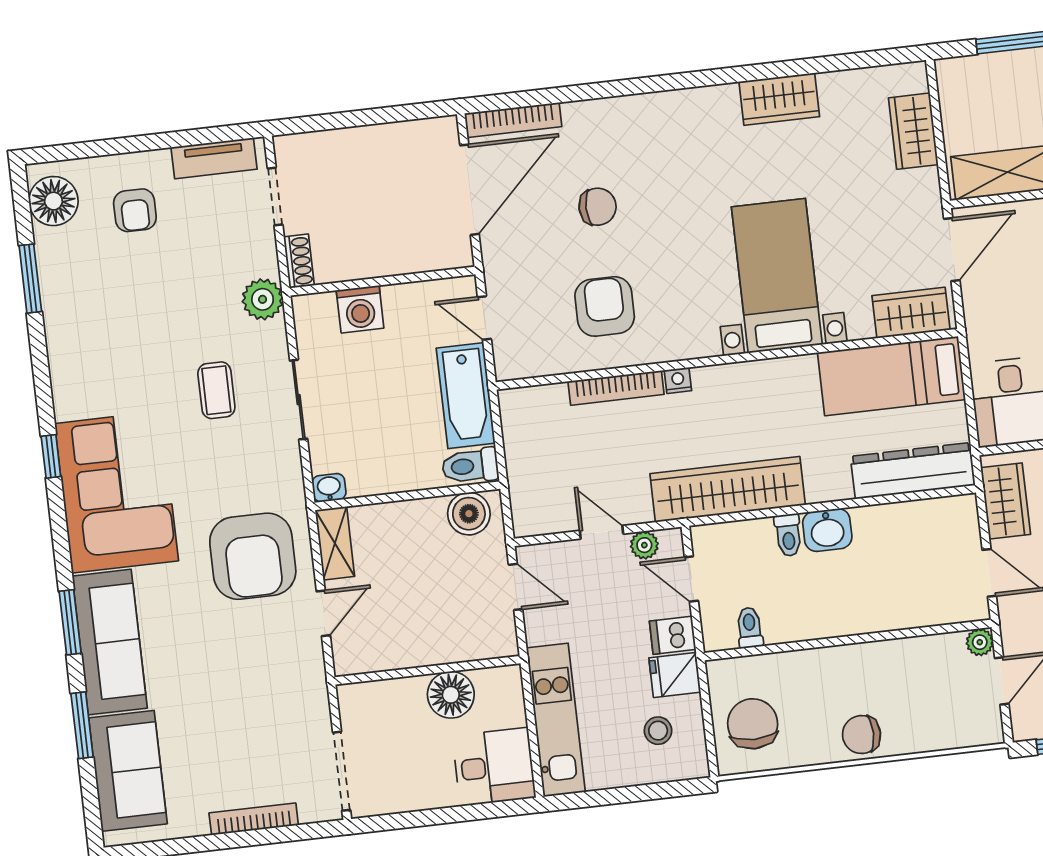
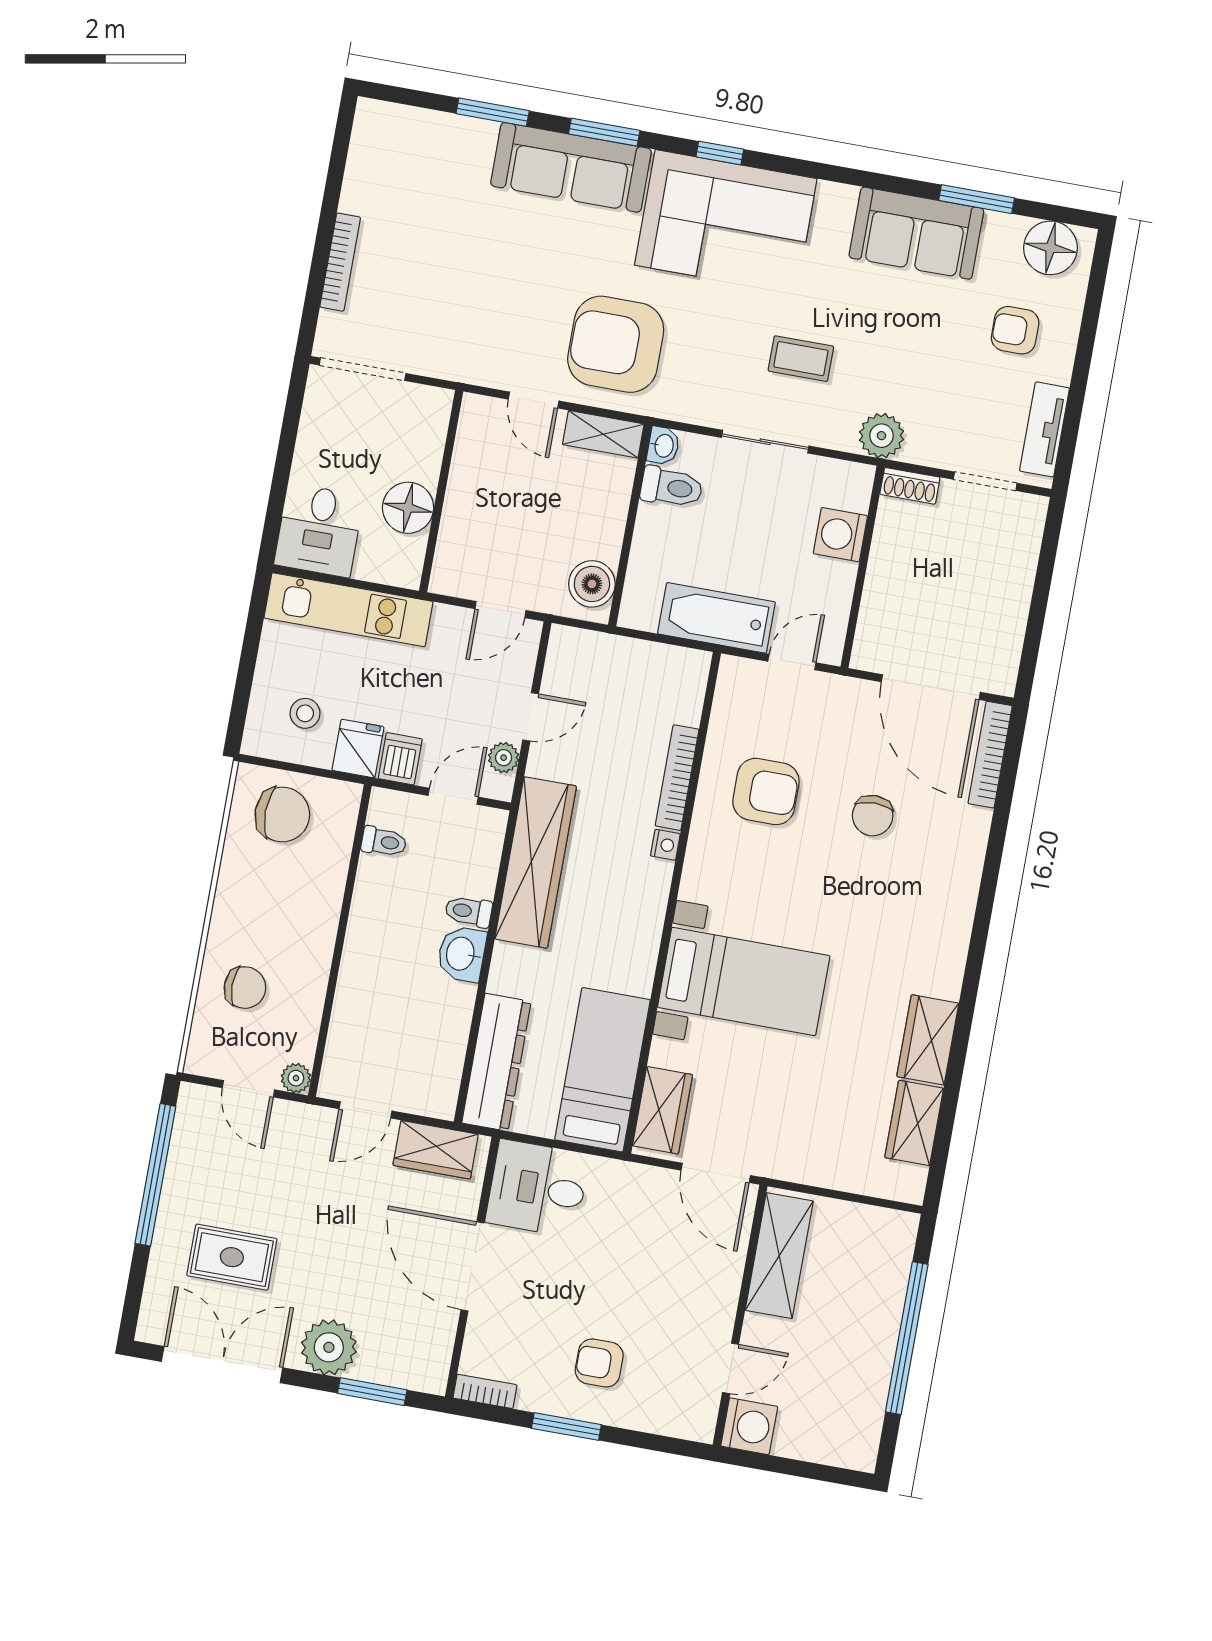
wardrobe: (913, 131) -> (914, 1123), moved, turned -90
window: (51, 456) -> (720, 153), moved
toilet: (470, 466) -> (672, 487), moved, turned 90
chair: (862, 735) -> (245, 988), moved, turned 90
sofa: (128, 771) -> (916, 233), moved

